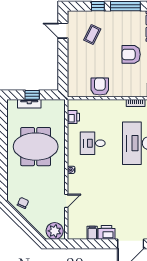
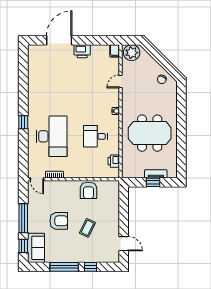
coffee table: (92, 35) -> (87, 228), moved
desk: (93, 143) -> (95, 136), turned 180
filing cabinet: (92, 233) -> (115, 51), moved

